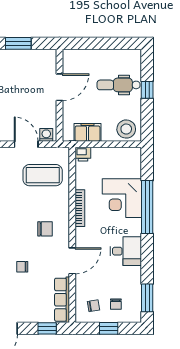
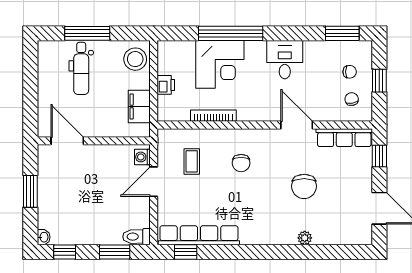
door: (59, 87) -> (67, 141), moved
window: (147, 90) -> (87, 33), width x2.17
printer: (83, 154) -> (166, 85), moved
coffee table: (43, 175) -> (192, 161), width x0.54, depth x0.58
bookcase: (80, 208) -> (213, 116), moved
chair: (45, 229) -> (241, 163), moved, turned 180
chair: (22, 267) -> (304, 186), width x1.87, depth x1.87

